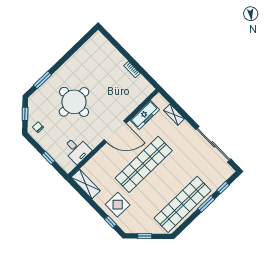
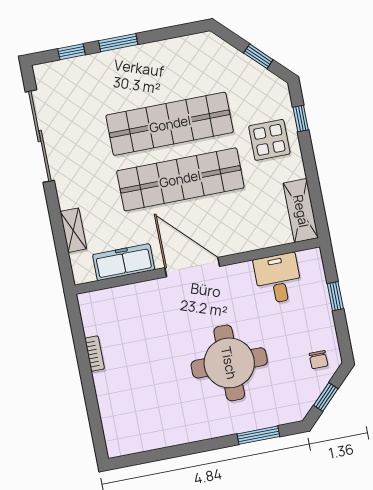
shop shelf: (183, 204) -> (170, 124), moved

